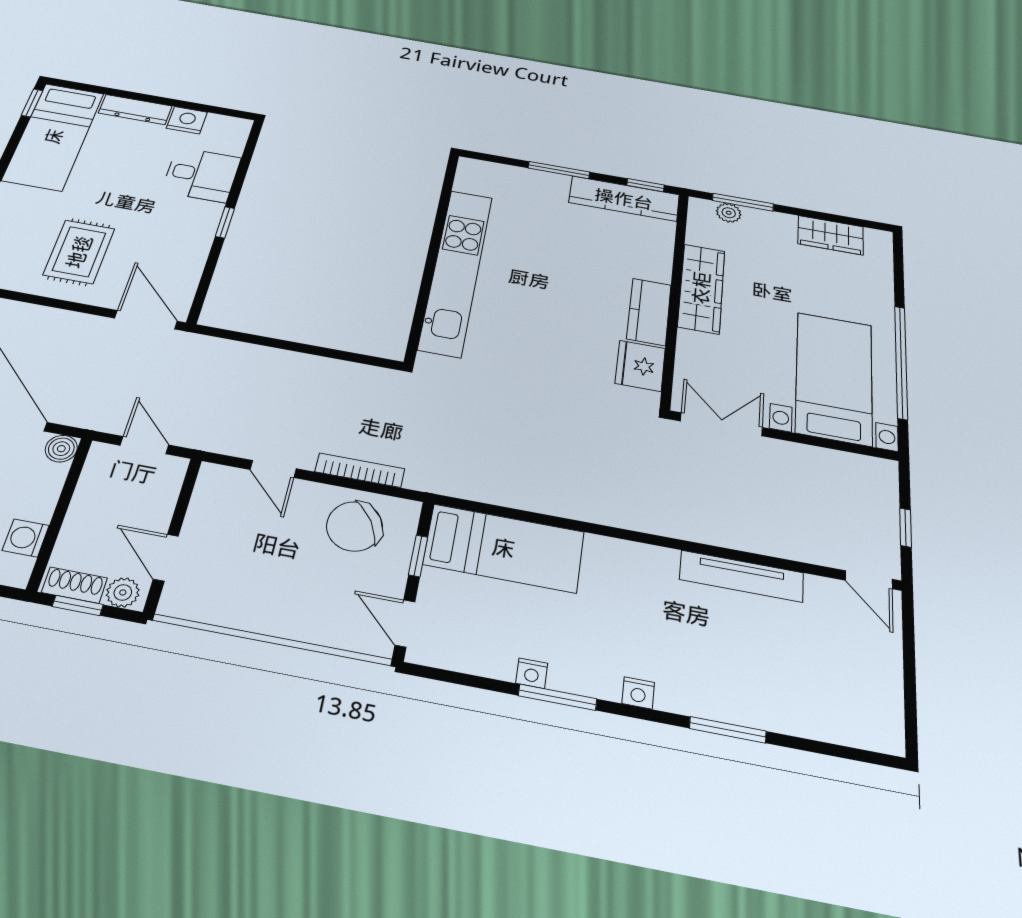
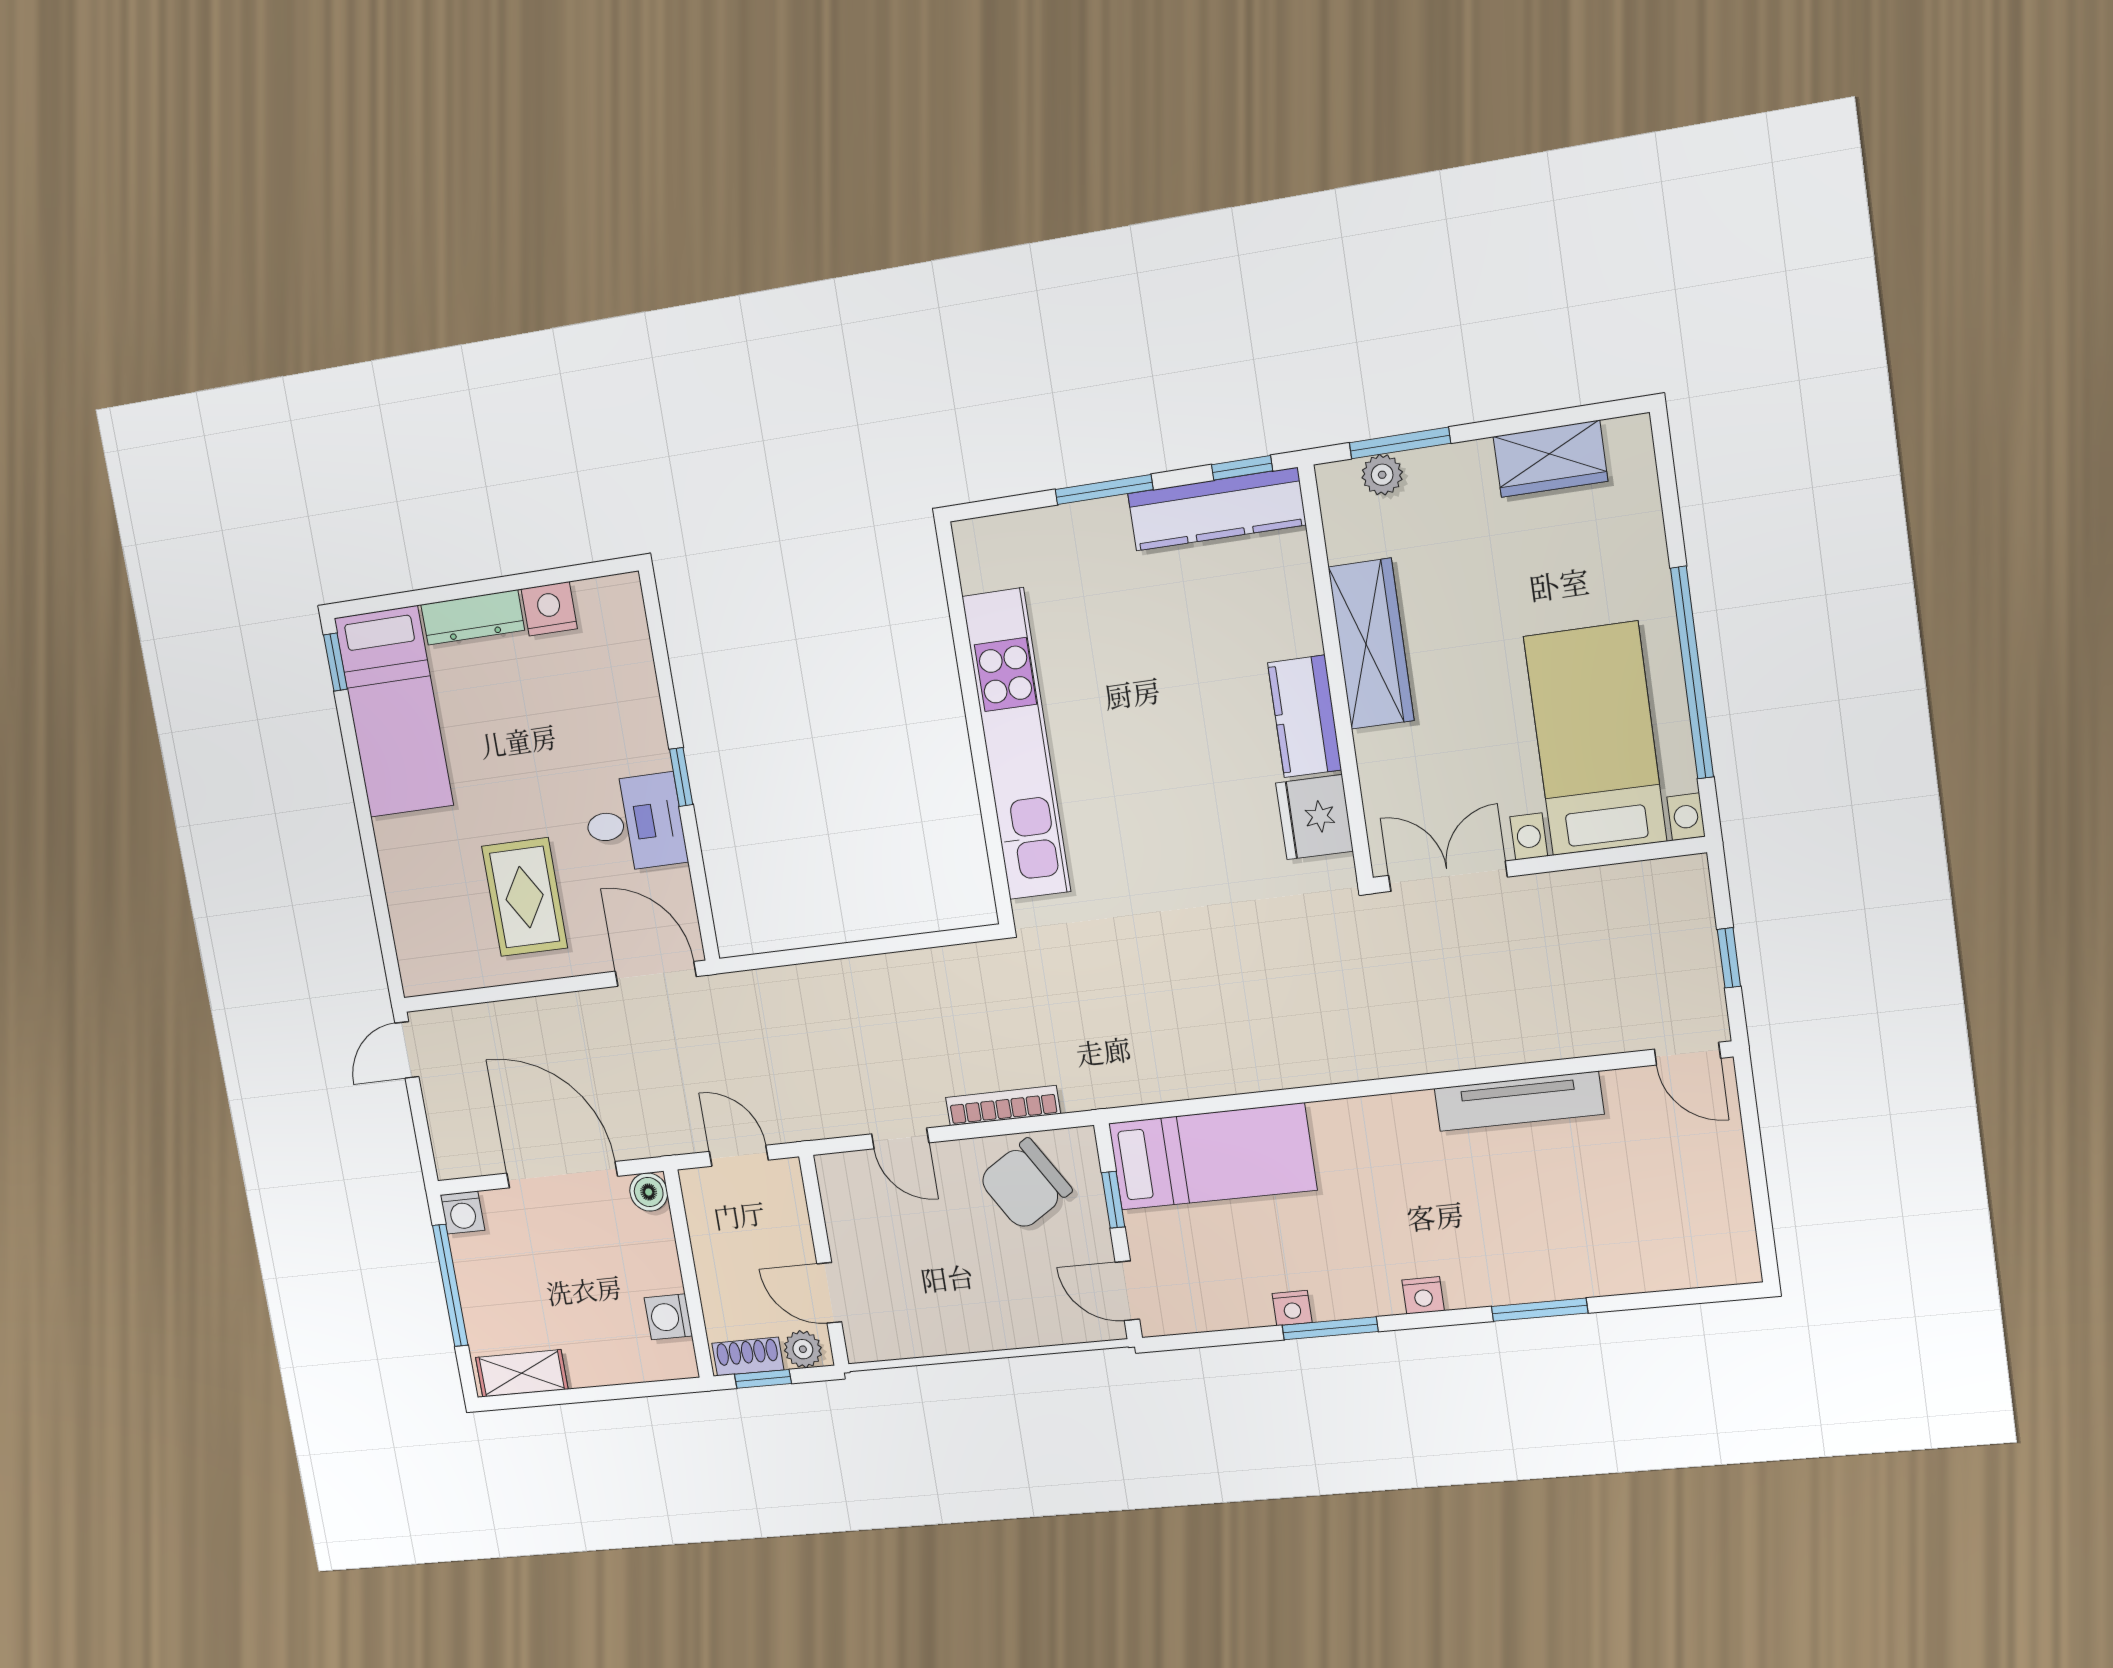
desk: (201, 175) -> (634, 823), moved

